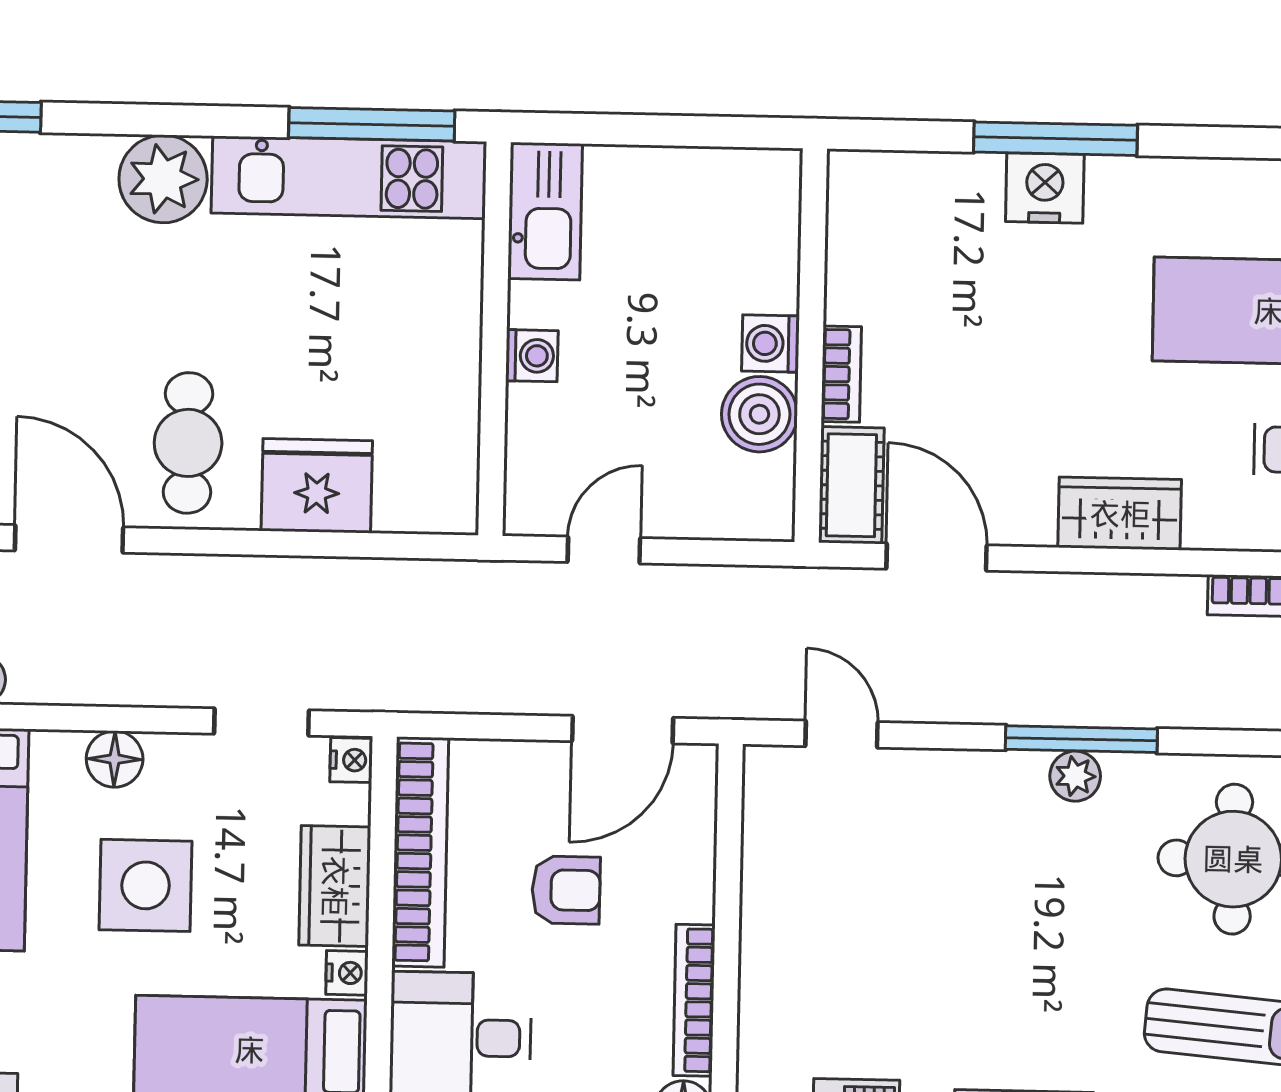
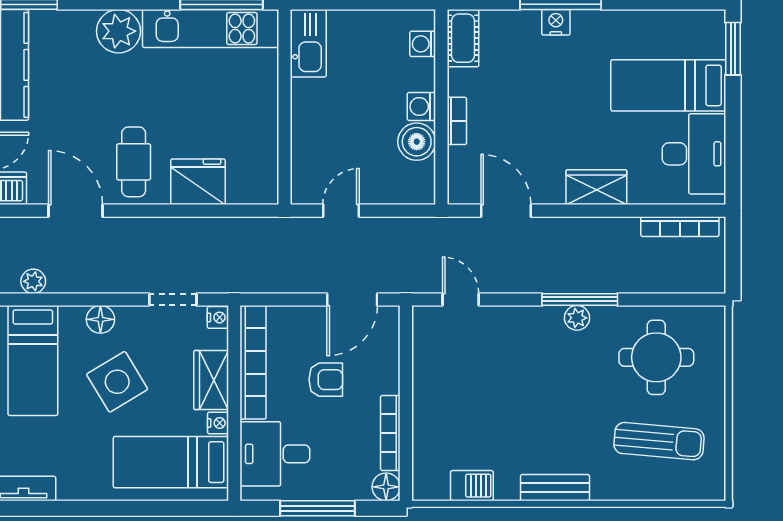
nightstand: (1045, 188) -> (556, 22), width x0.74, depth x0.75
washing machine: (532, 356) -> (423, 44), moved, turned 180
cot: (851, 485) -> (463, 38), moved
side table: (146, 885) -> (117, 382), turned -31

